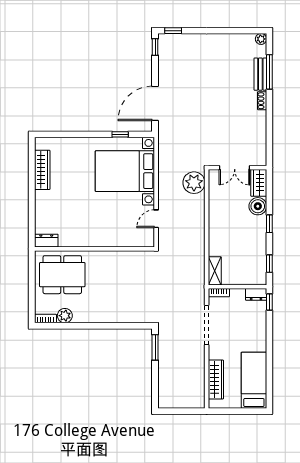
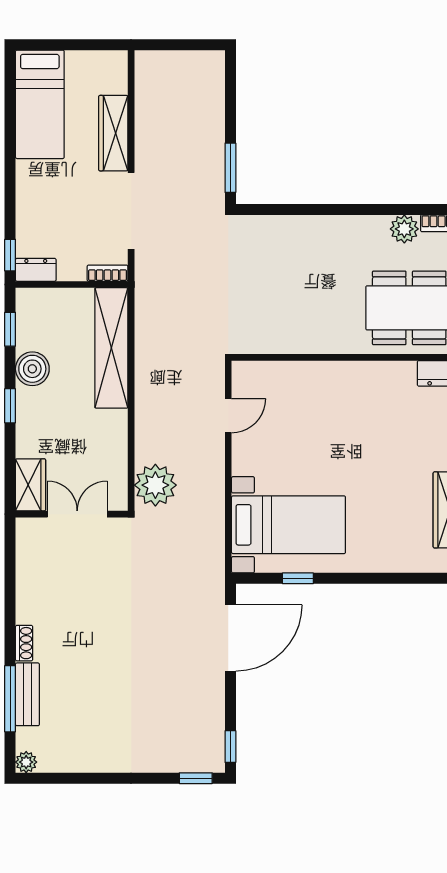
bed with nightstands: (125, 171) -> (288, 525), width x0.73
boiler: (258, 206) -> (32, 369), moved
shelving: (215, 271) -> (111, 348), width x2.20, depth x1.33
wardrobe: (216, 379) -> (113, 133), moved

